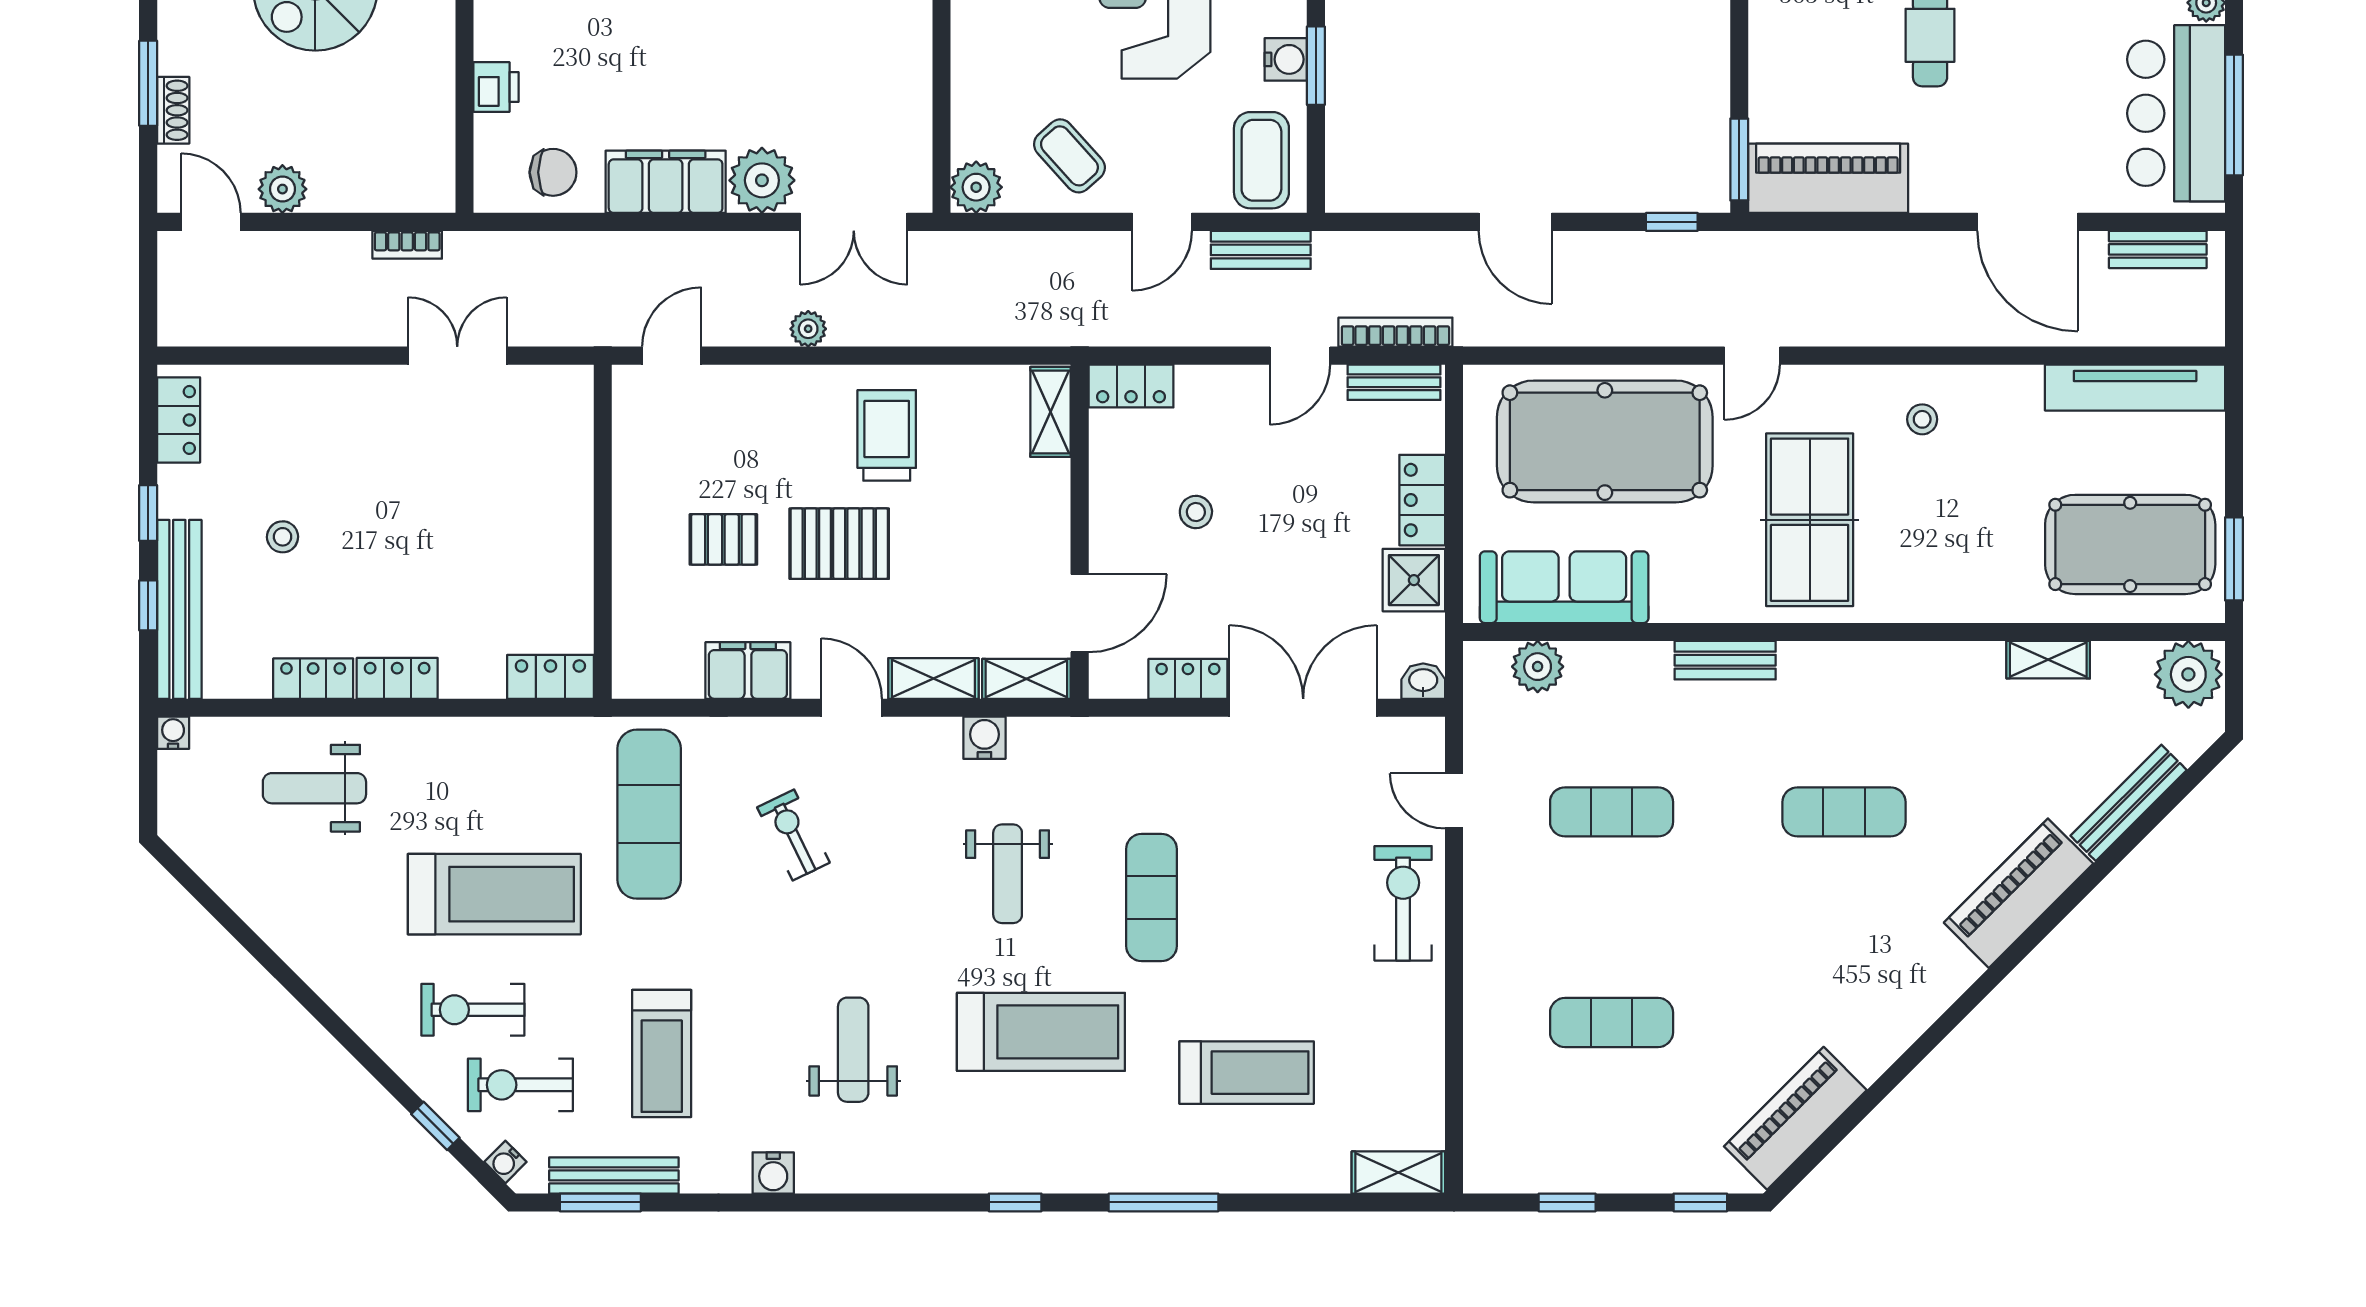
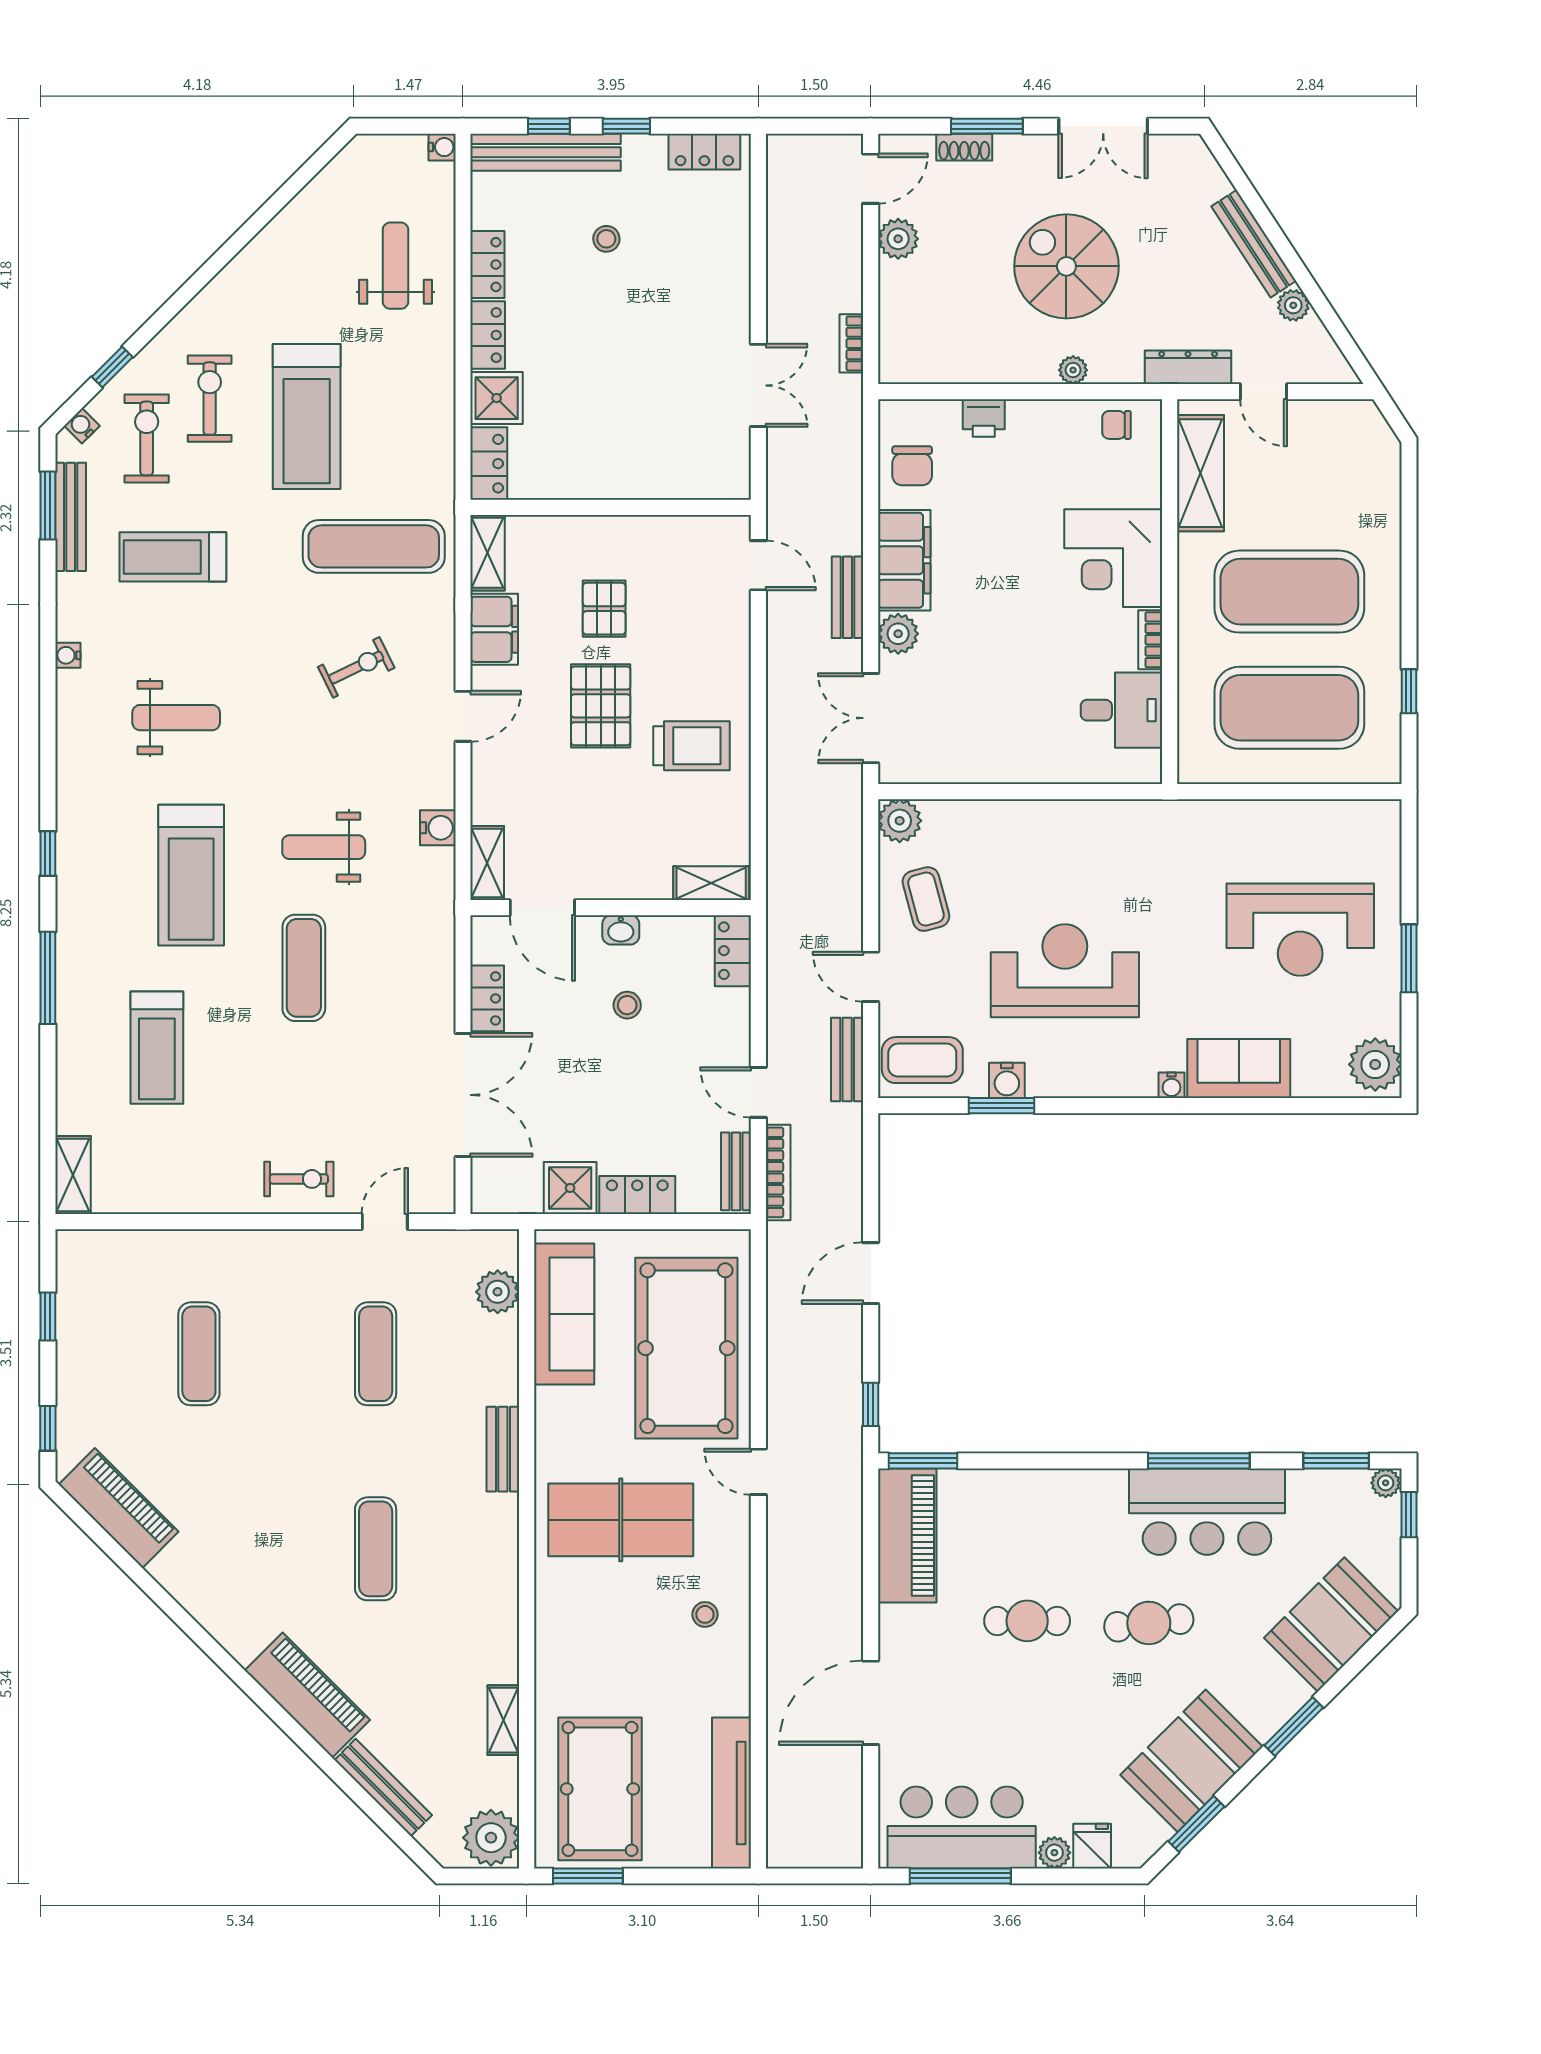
coffee table: (1069, 156) -> (926, 899), turned -63
plant: (762, 180) -> (898, 634), width x0.73, depth x0.73
bench: (2158, 249) -> (847, 597), moved
plant: (808, 329) -> (781, 680), removed
shower: (472, 668) -> (497, 398), added
shelving: (933, 678) -> (488, 553), moved
washbasin: (1423, 681) -> (621, 930), moved, turned 90
exercise mat: (1151, 898) -> (304, 968), turned 90
exercise bike: (1403, 903) -> (299, 1179), width x0.73, depth x0.72
water cooler: (773, 1173) -> (68, 655), width x0.72, depth x0.72

